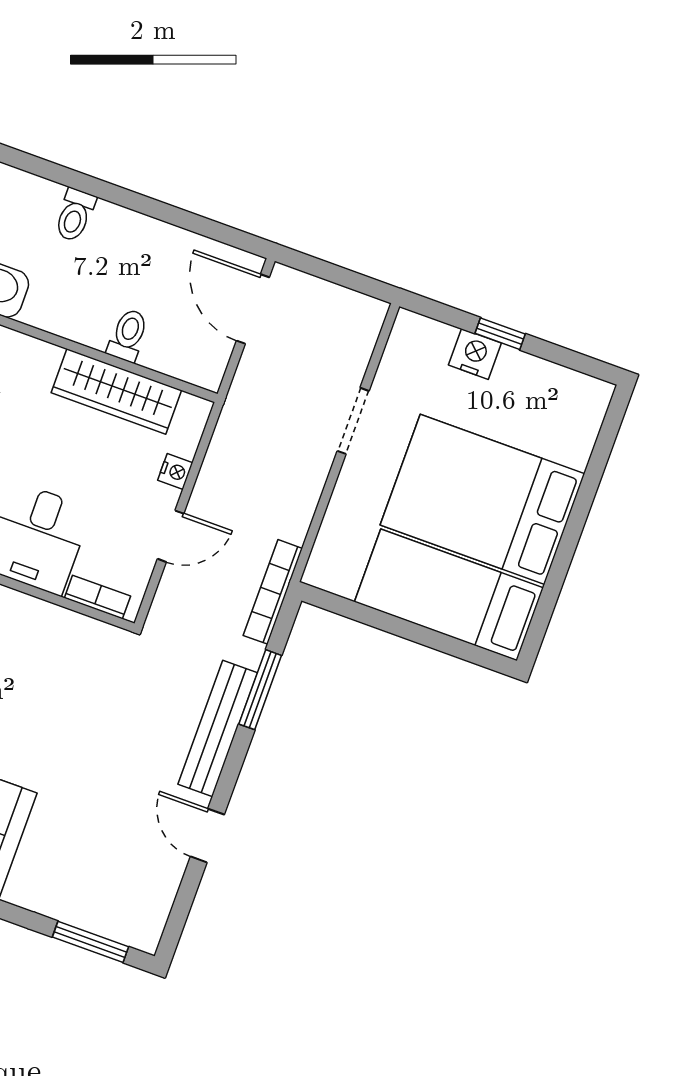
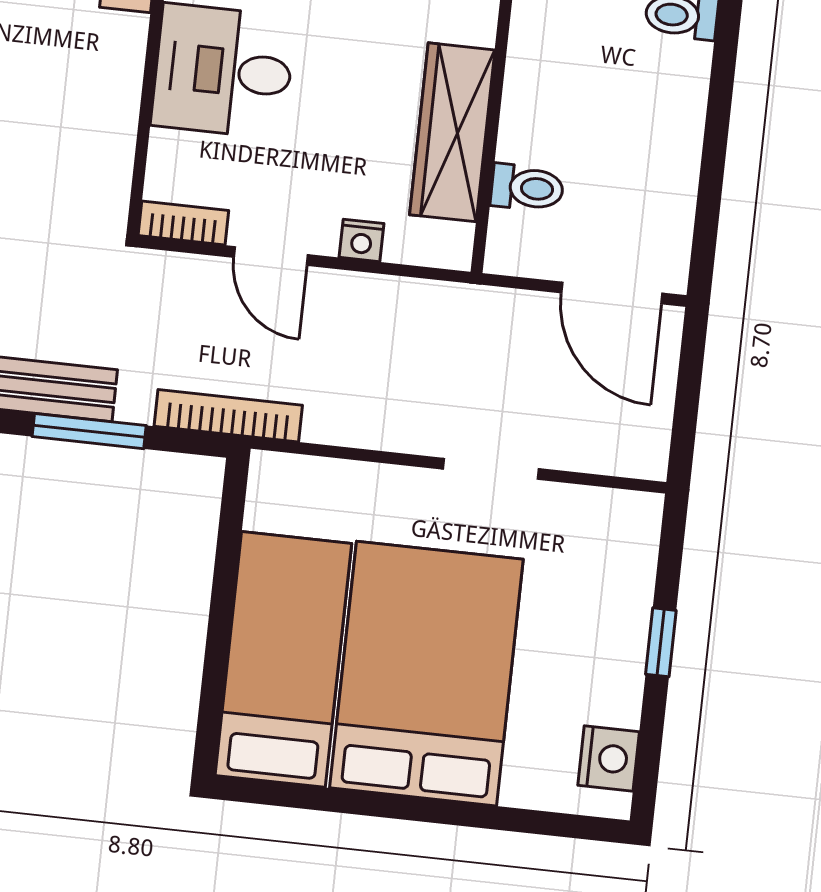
door: (253, 309) -> (612, 293), swing flipped
toilet: (128, 335) -> (527, 188), moved
nightstand: (475, 354) -> (609, 758), moved
bookcase: (97, 597) -> (183, 223), moved, turned -90

